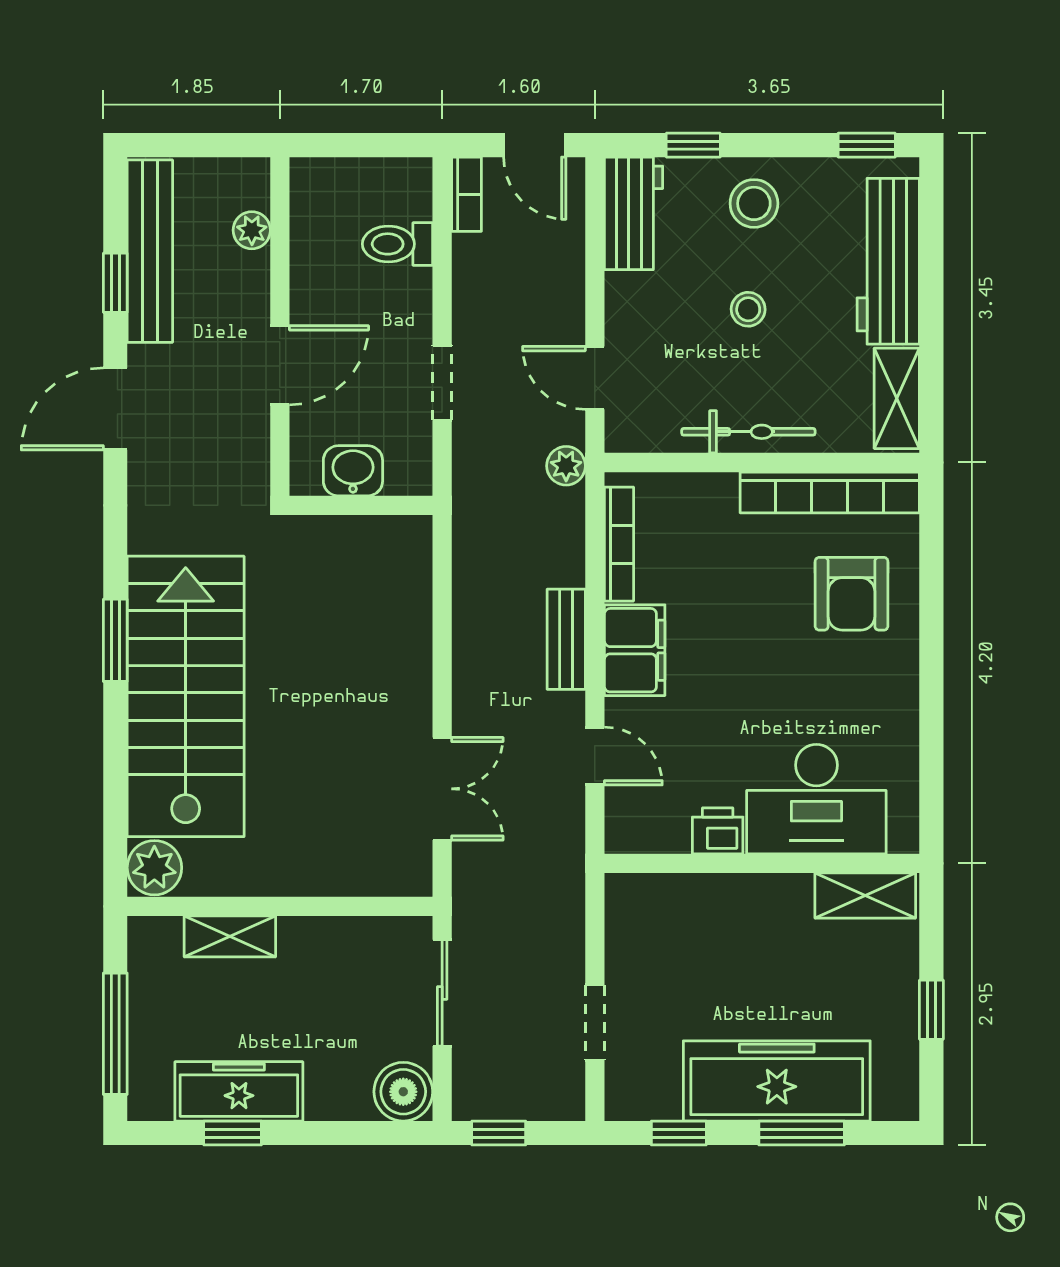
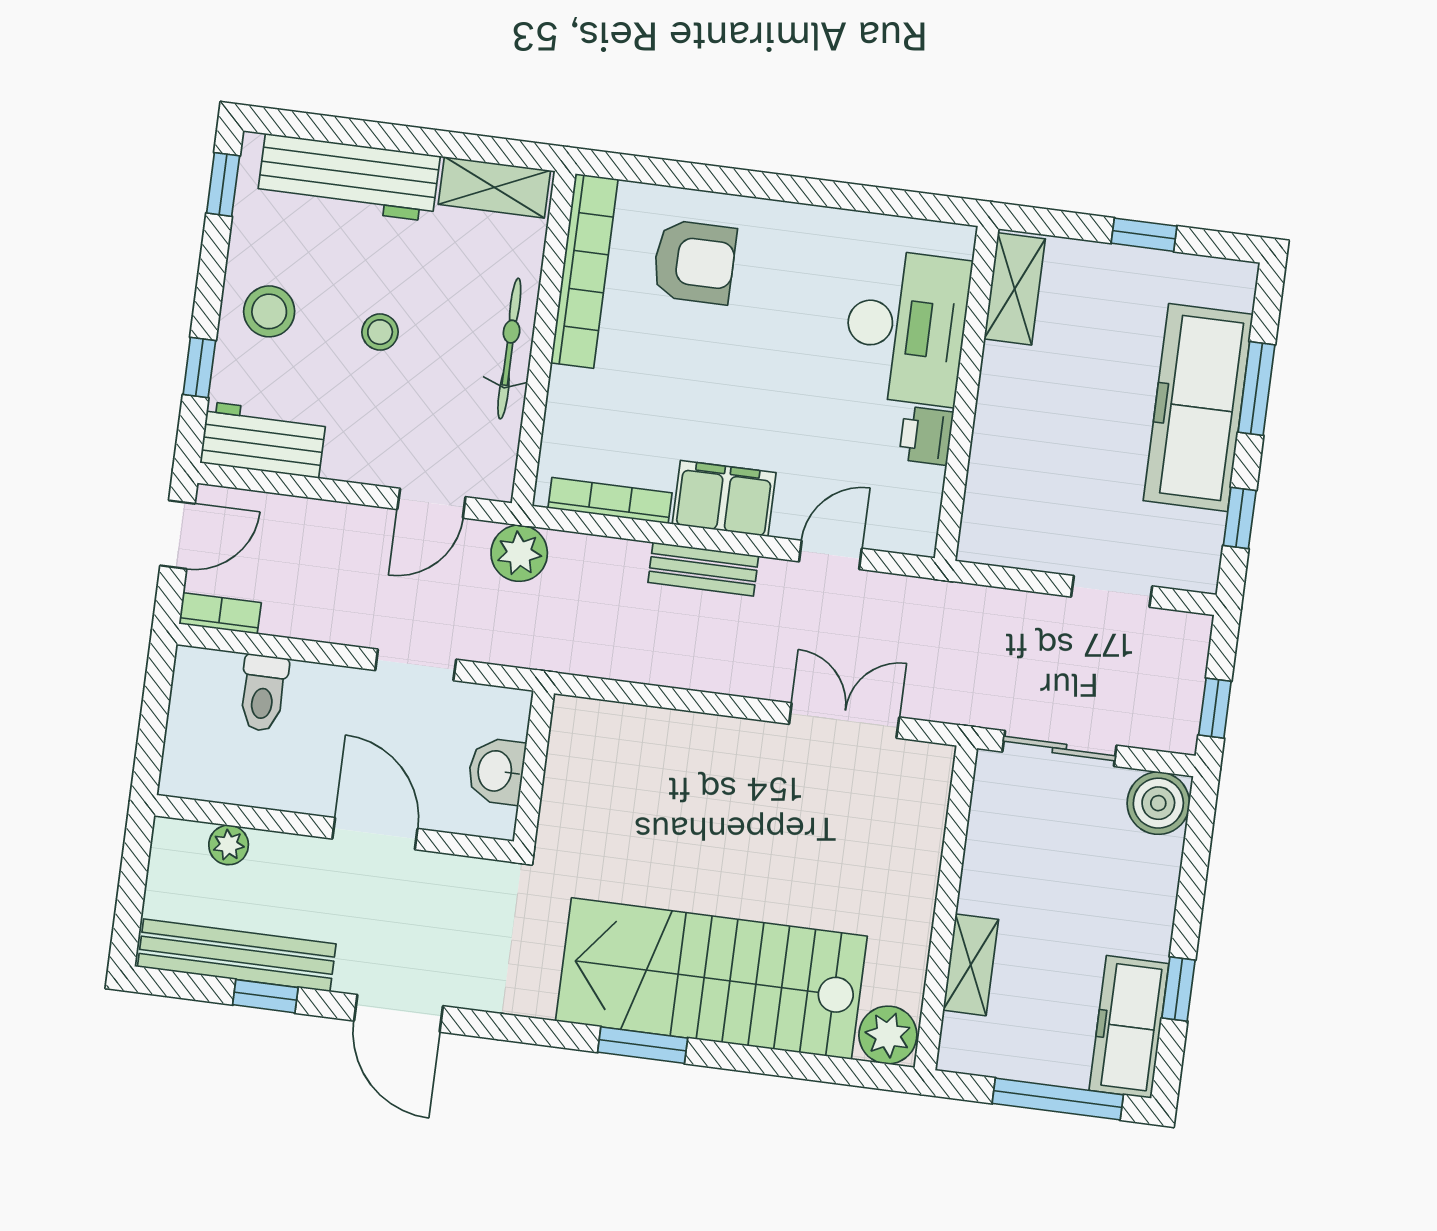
plant: (566, 466) -> (519, 553), width x1.38, depth x1.38
freezer: (239, 1091) -> (1129, 1027), moved

